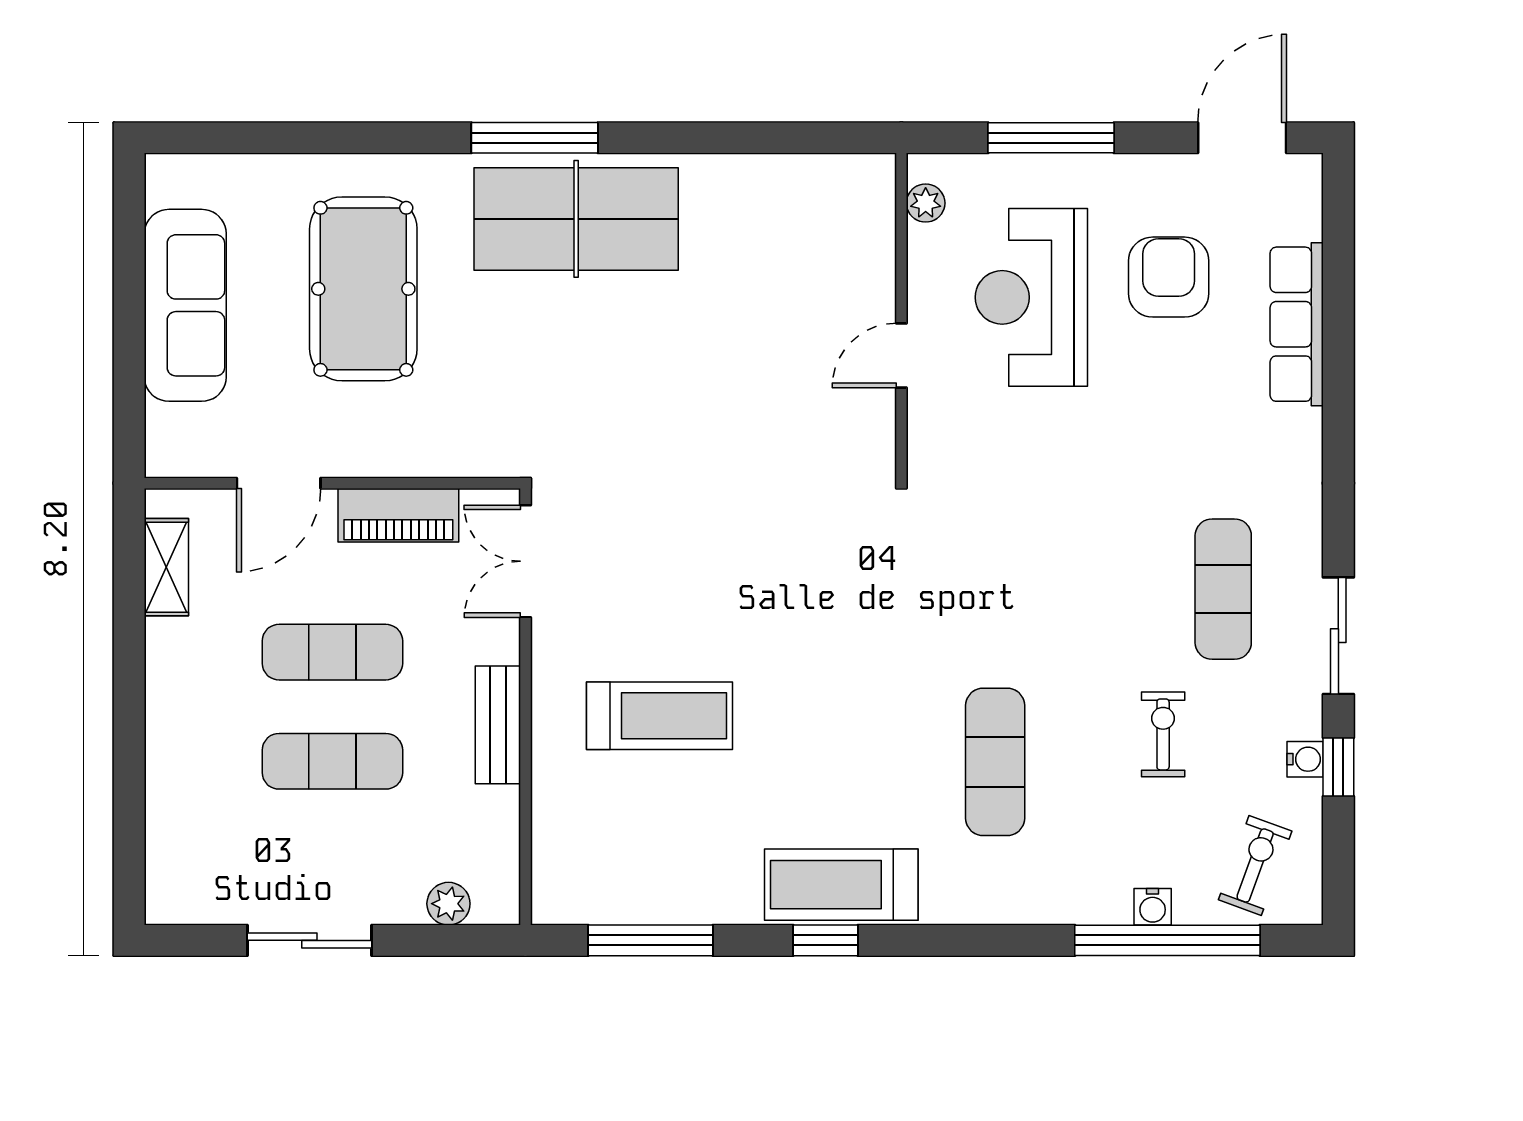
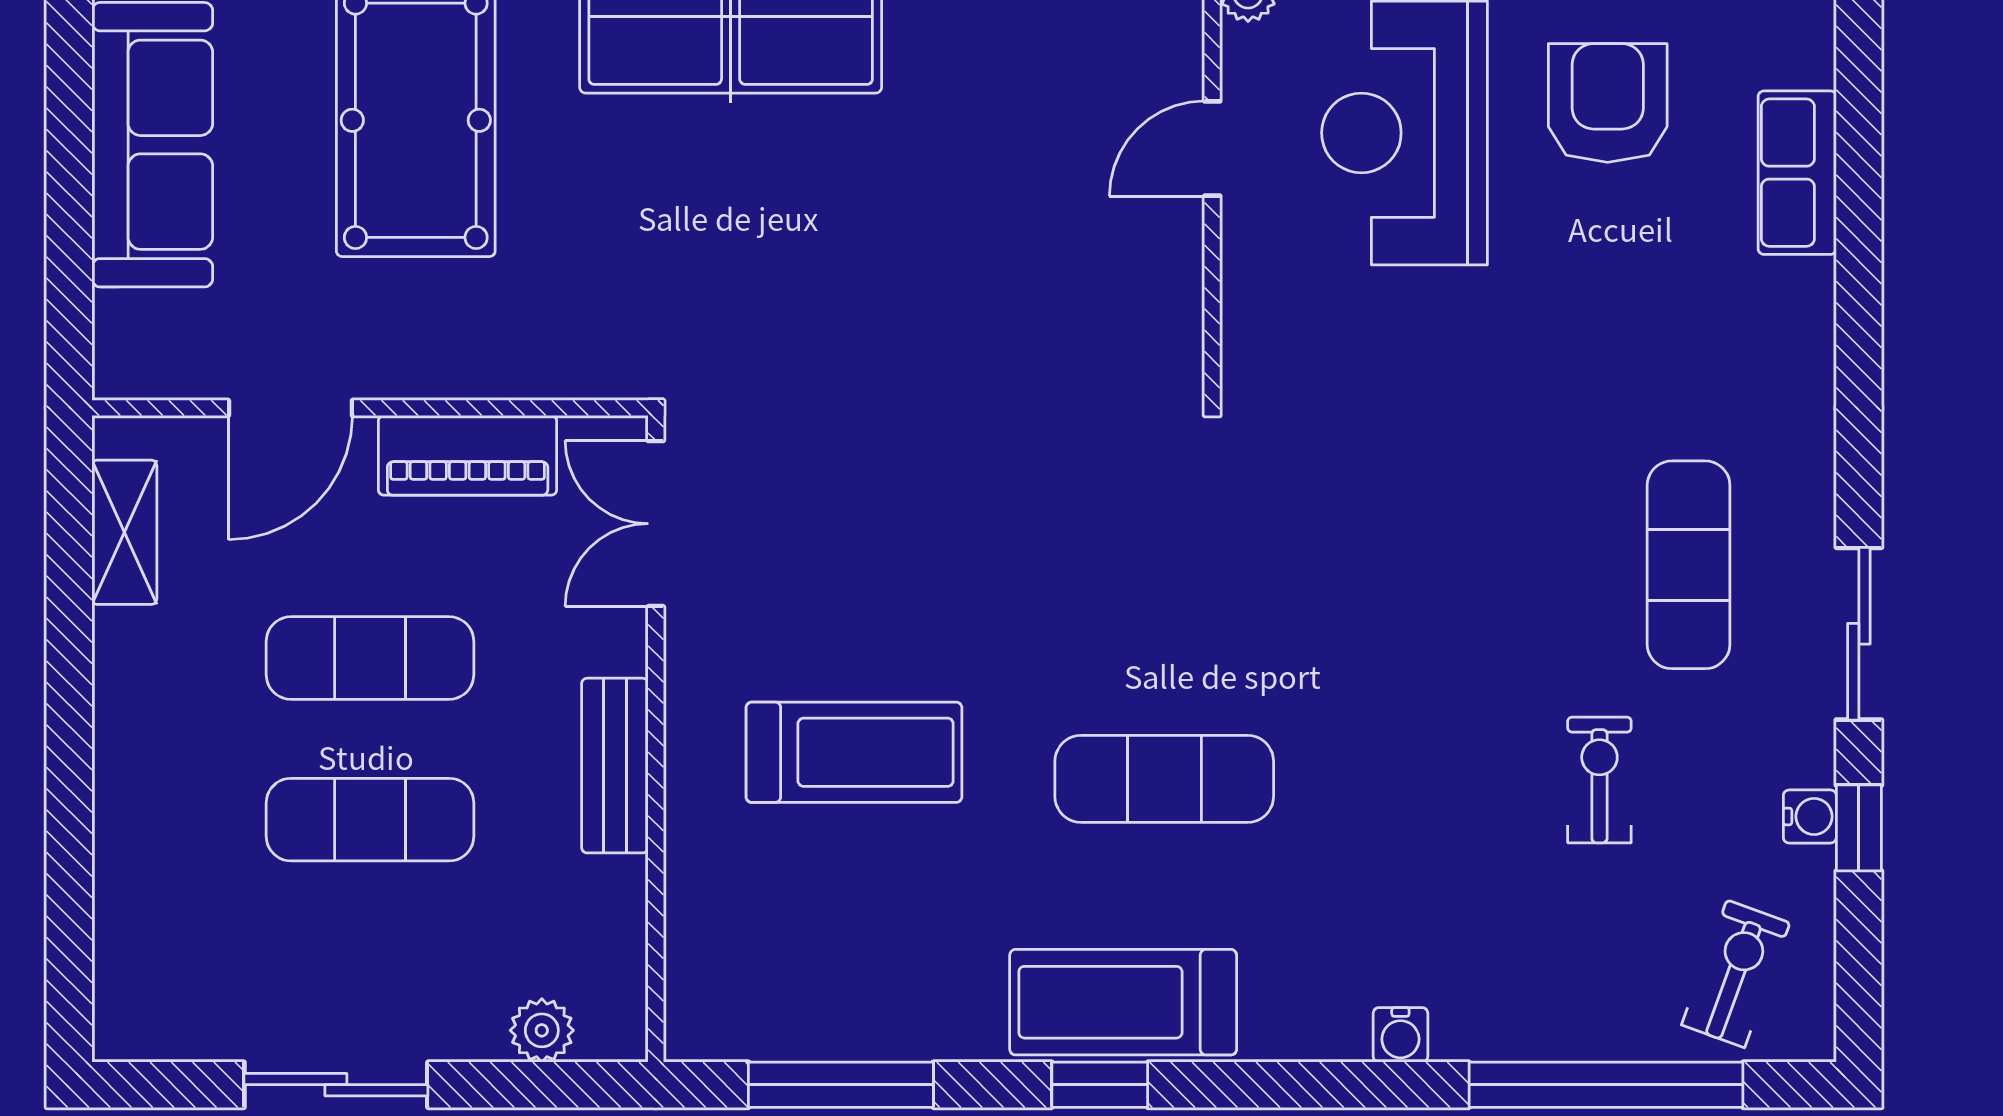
row of seats: (1297, 324) -> (1797, 173), width x0.68
door: (901, 355) -> (1212, 148), moved
exercise mat: (995, 762) -> (1164, 779), moved, turned 90
water cooler: (1153, 907) -> (1400, 1035), moved

